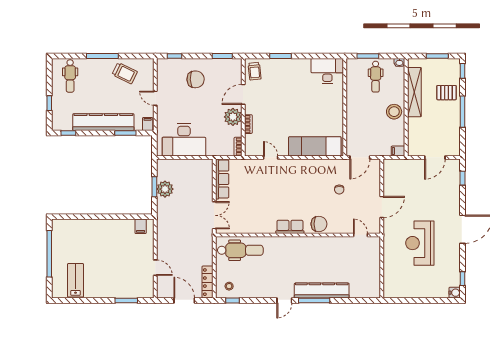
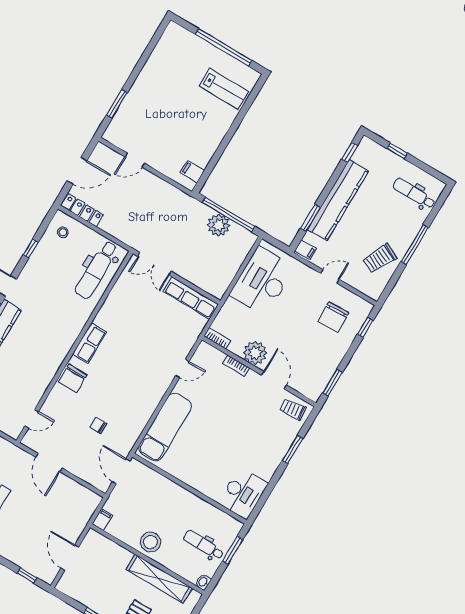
chair: (196, 79) -> (333, 317), moved
window: (154, 187) -> (229, 214), width x2.11
lab bench: (76, 280) -> (224, 89), moved
window: (232, 301) -> (31, 249), moved

